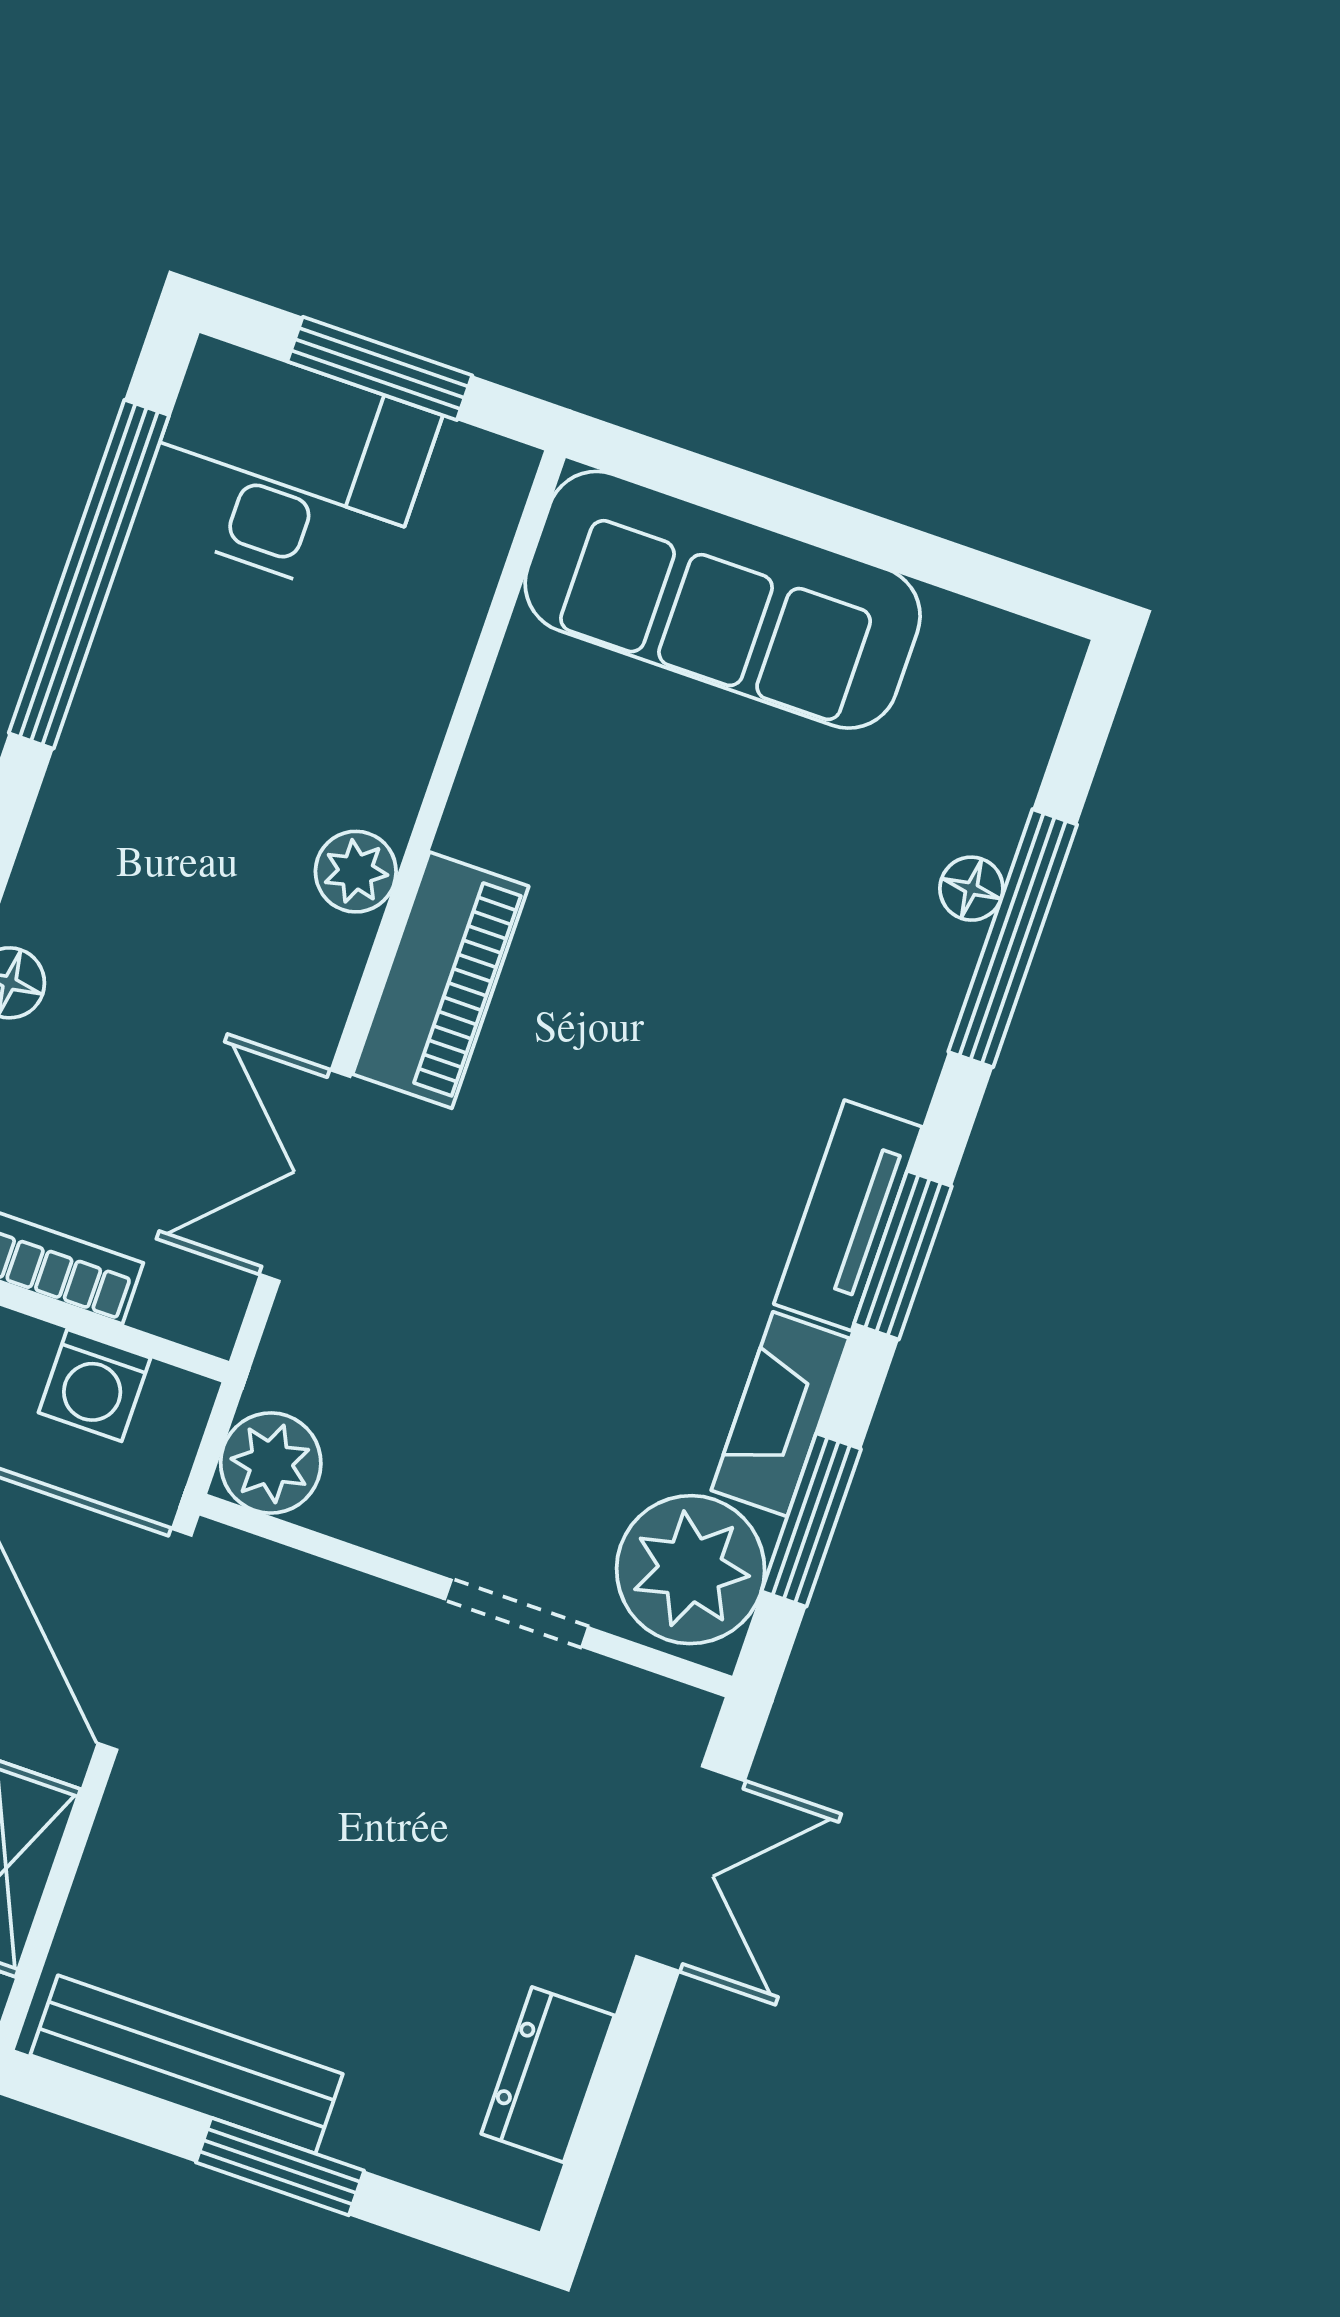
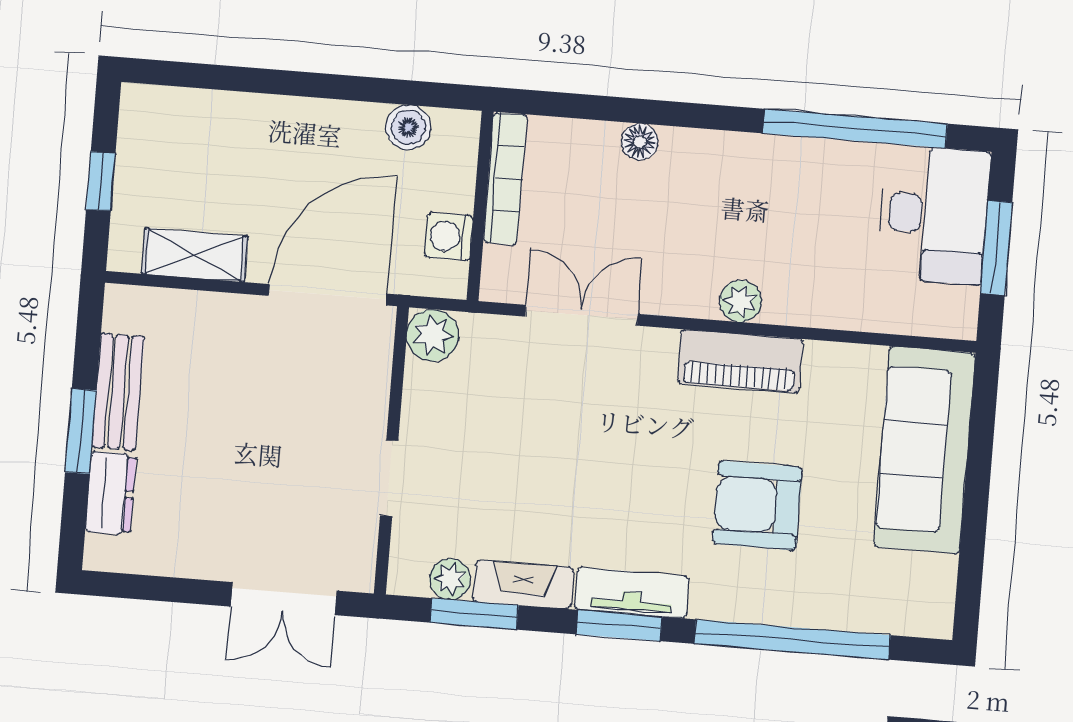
floor lamp: (971, 889) -> (812, 612), removed
window: (1013, 938) -> (792, 640), width x1.46
armchair: (746, 939) -> (757, 505), added
piano: (441, 980) -> (740, 361), moved
plant: (691, 1570) -> (450, 579), width x0.53, depth x0.53
bench: (187, 2064) -> (118, 392), width x0.73
dresser: (548, 2075) -> (111, 493), moved, turned 90

